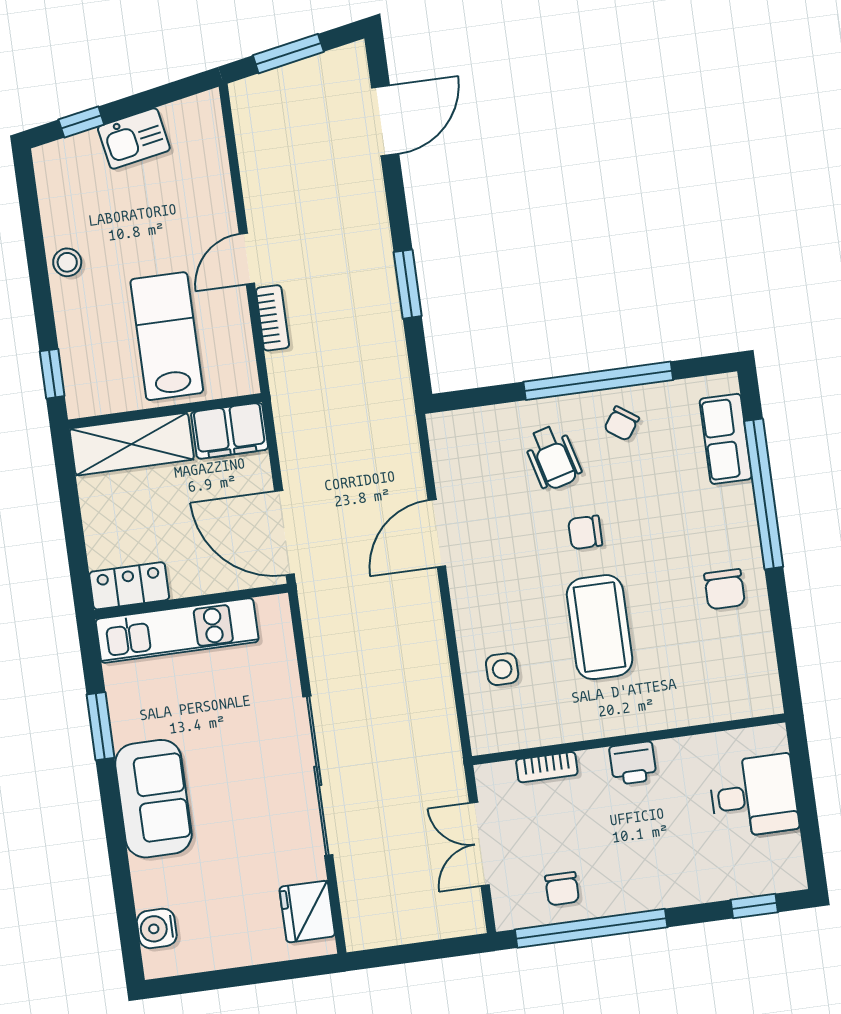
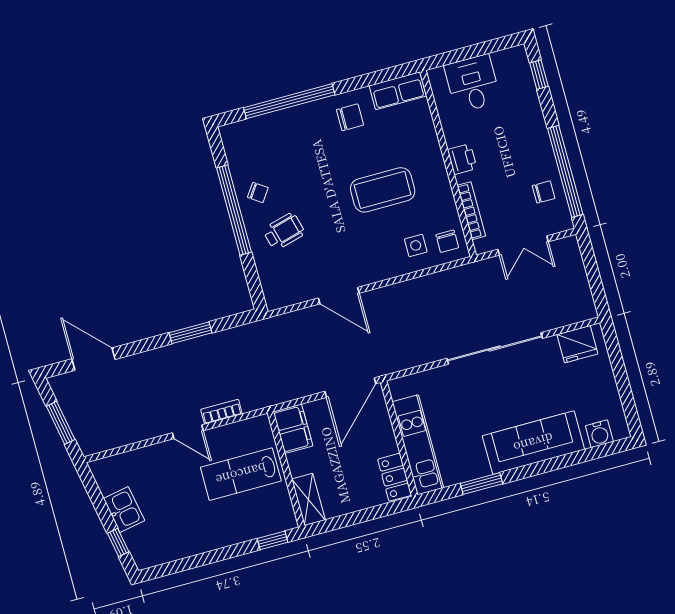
stool: (67, 262) -> (204, 540), removed
row of seats: (726, 439) -> (398, 91), moved
shelving: (132, 444) -> (308, 499), width x0.67, depth x0.75
chair: (585, 532) -> (447, 241), moved
bookcase: (547, 767) -> (471, 211), width x1.56
sofa: (153, 799) -> (533, 443), width x1.36

